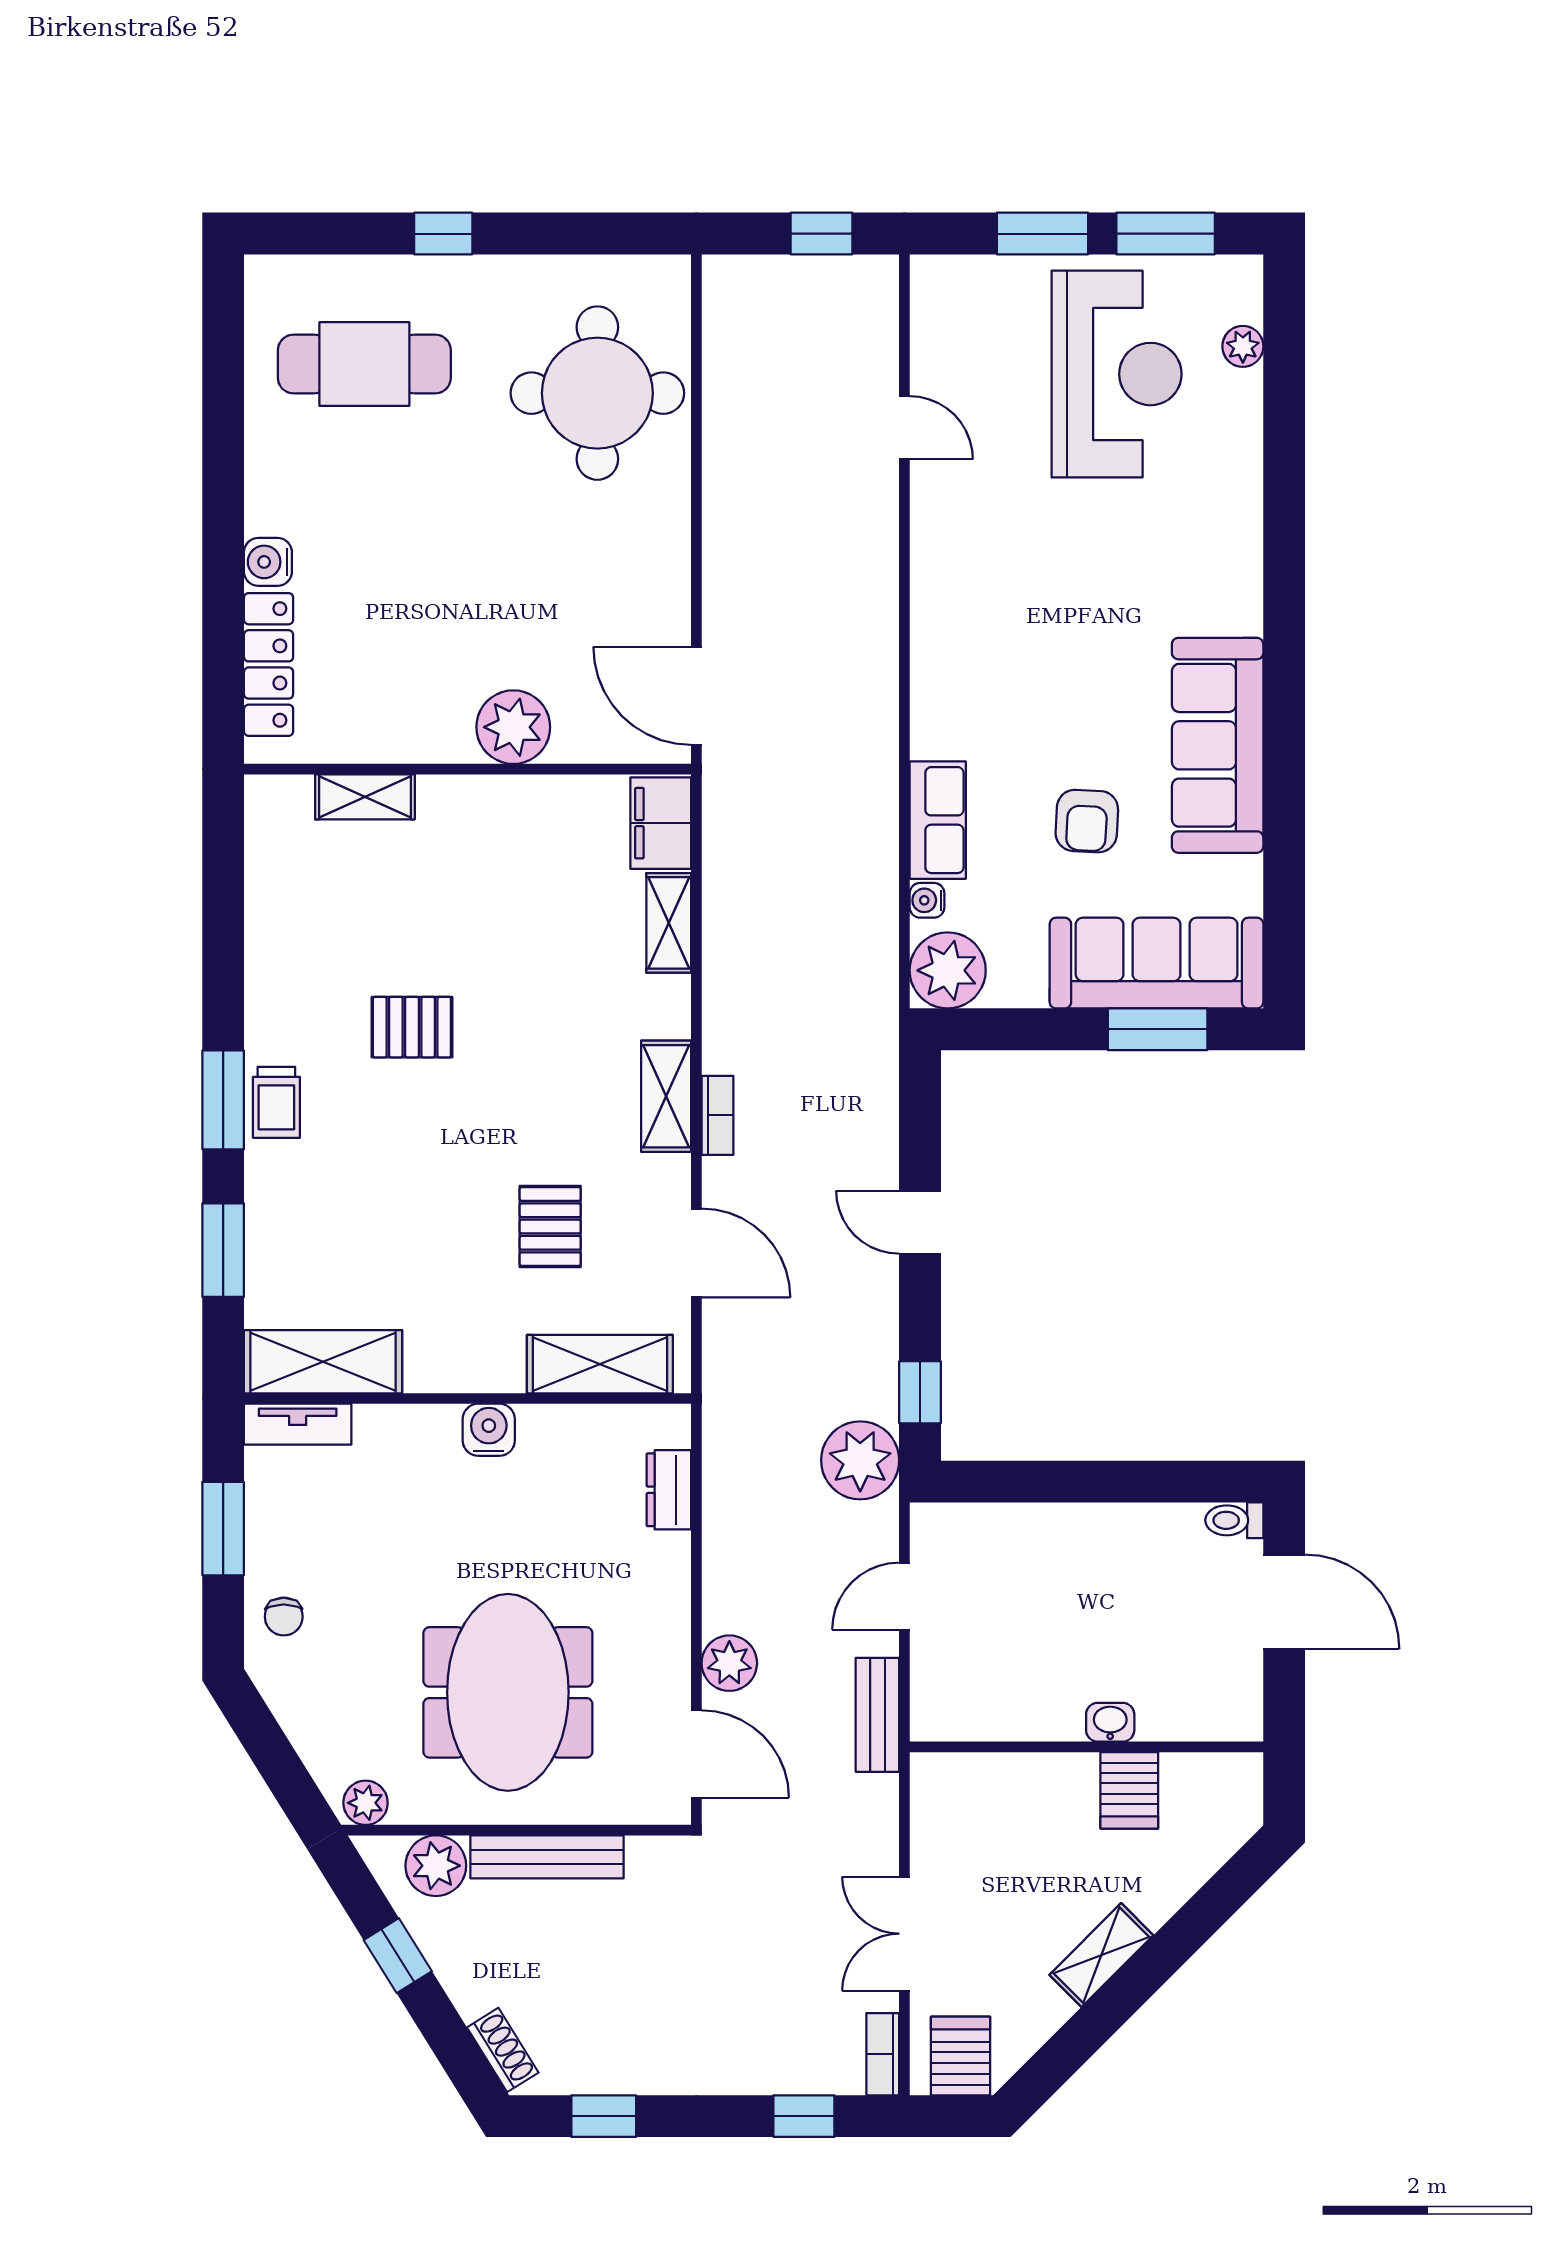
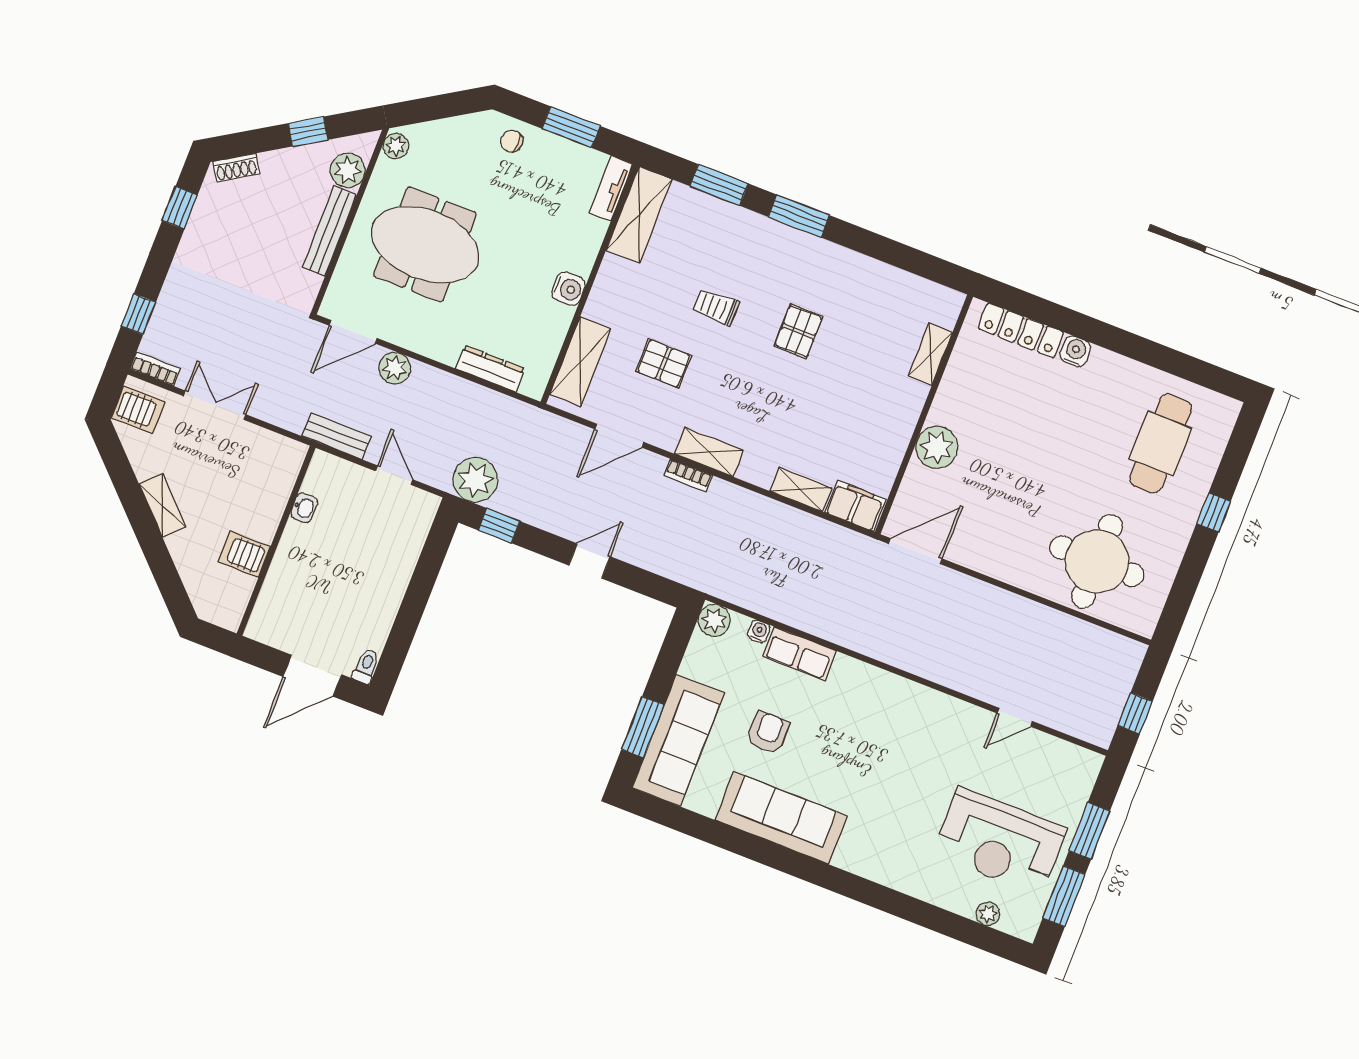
armchair: (1087, 821) -> (768, 733), turned 87
plant: (948, 970) -> (714, 620), width x0.73, depth x0.73
trolley: (276, 1102) -> (716, 307), moved
dresser: (669, 1490) -> (490, 368), width x1.44
washbasin: (1110, 1722) -> (304, 508), moved

